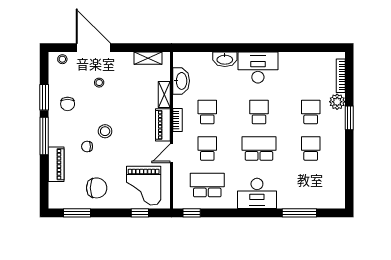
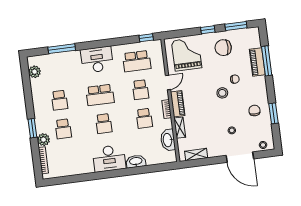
window: (44, 136) -> (267, 61), moved
plant: (337, 188) -> (35, 72), added
window: (140, 213) -> (208, 30), moved

